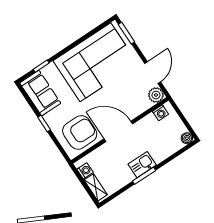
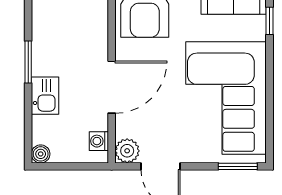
door: (118, 131) -> (112, 87), moved
kitchen sink: (142, 165) -> (45, 96), moved

